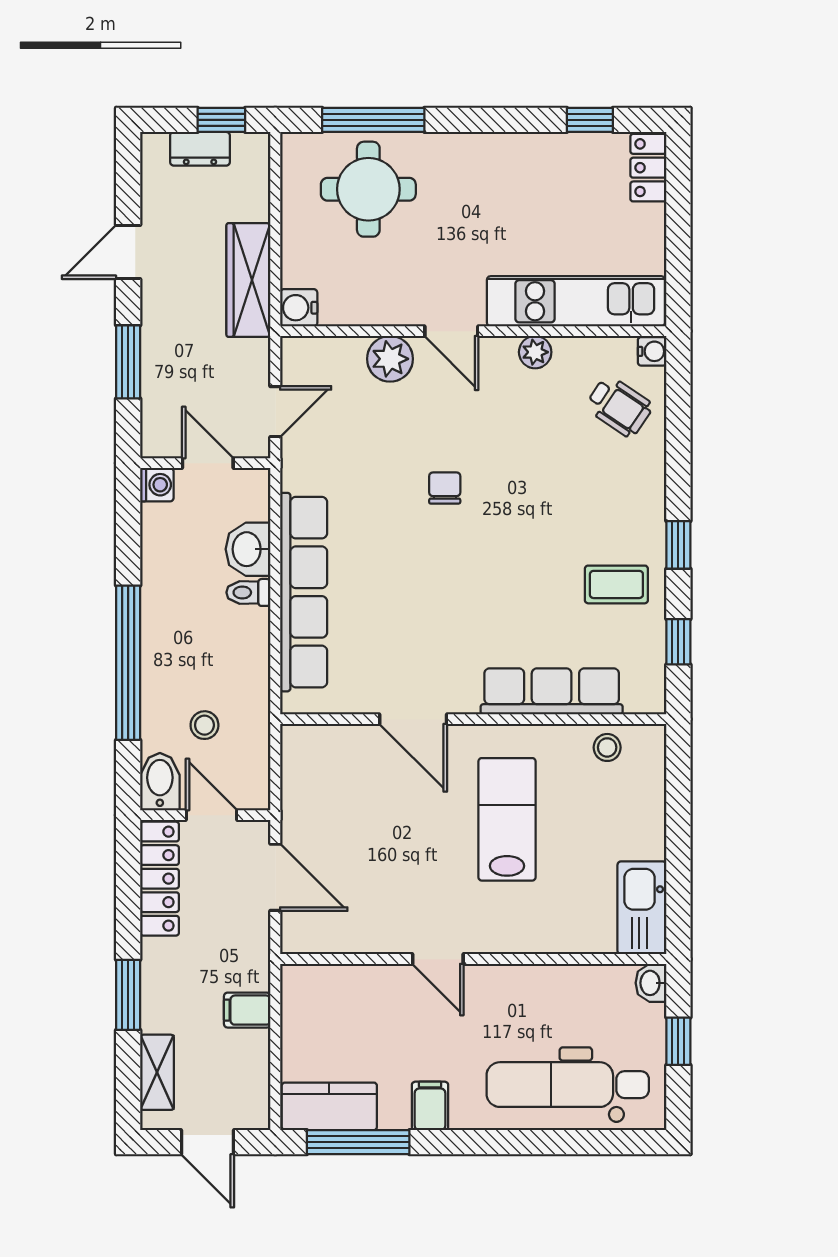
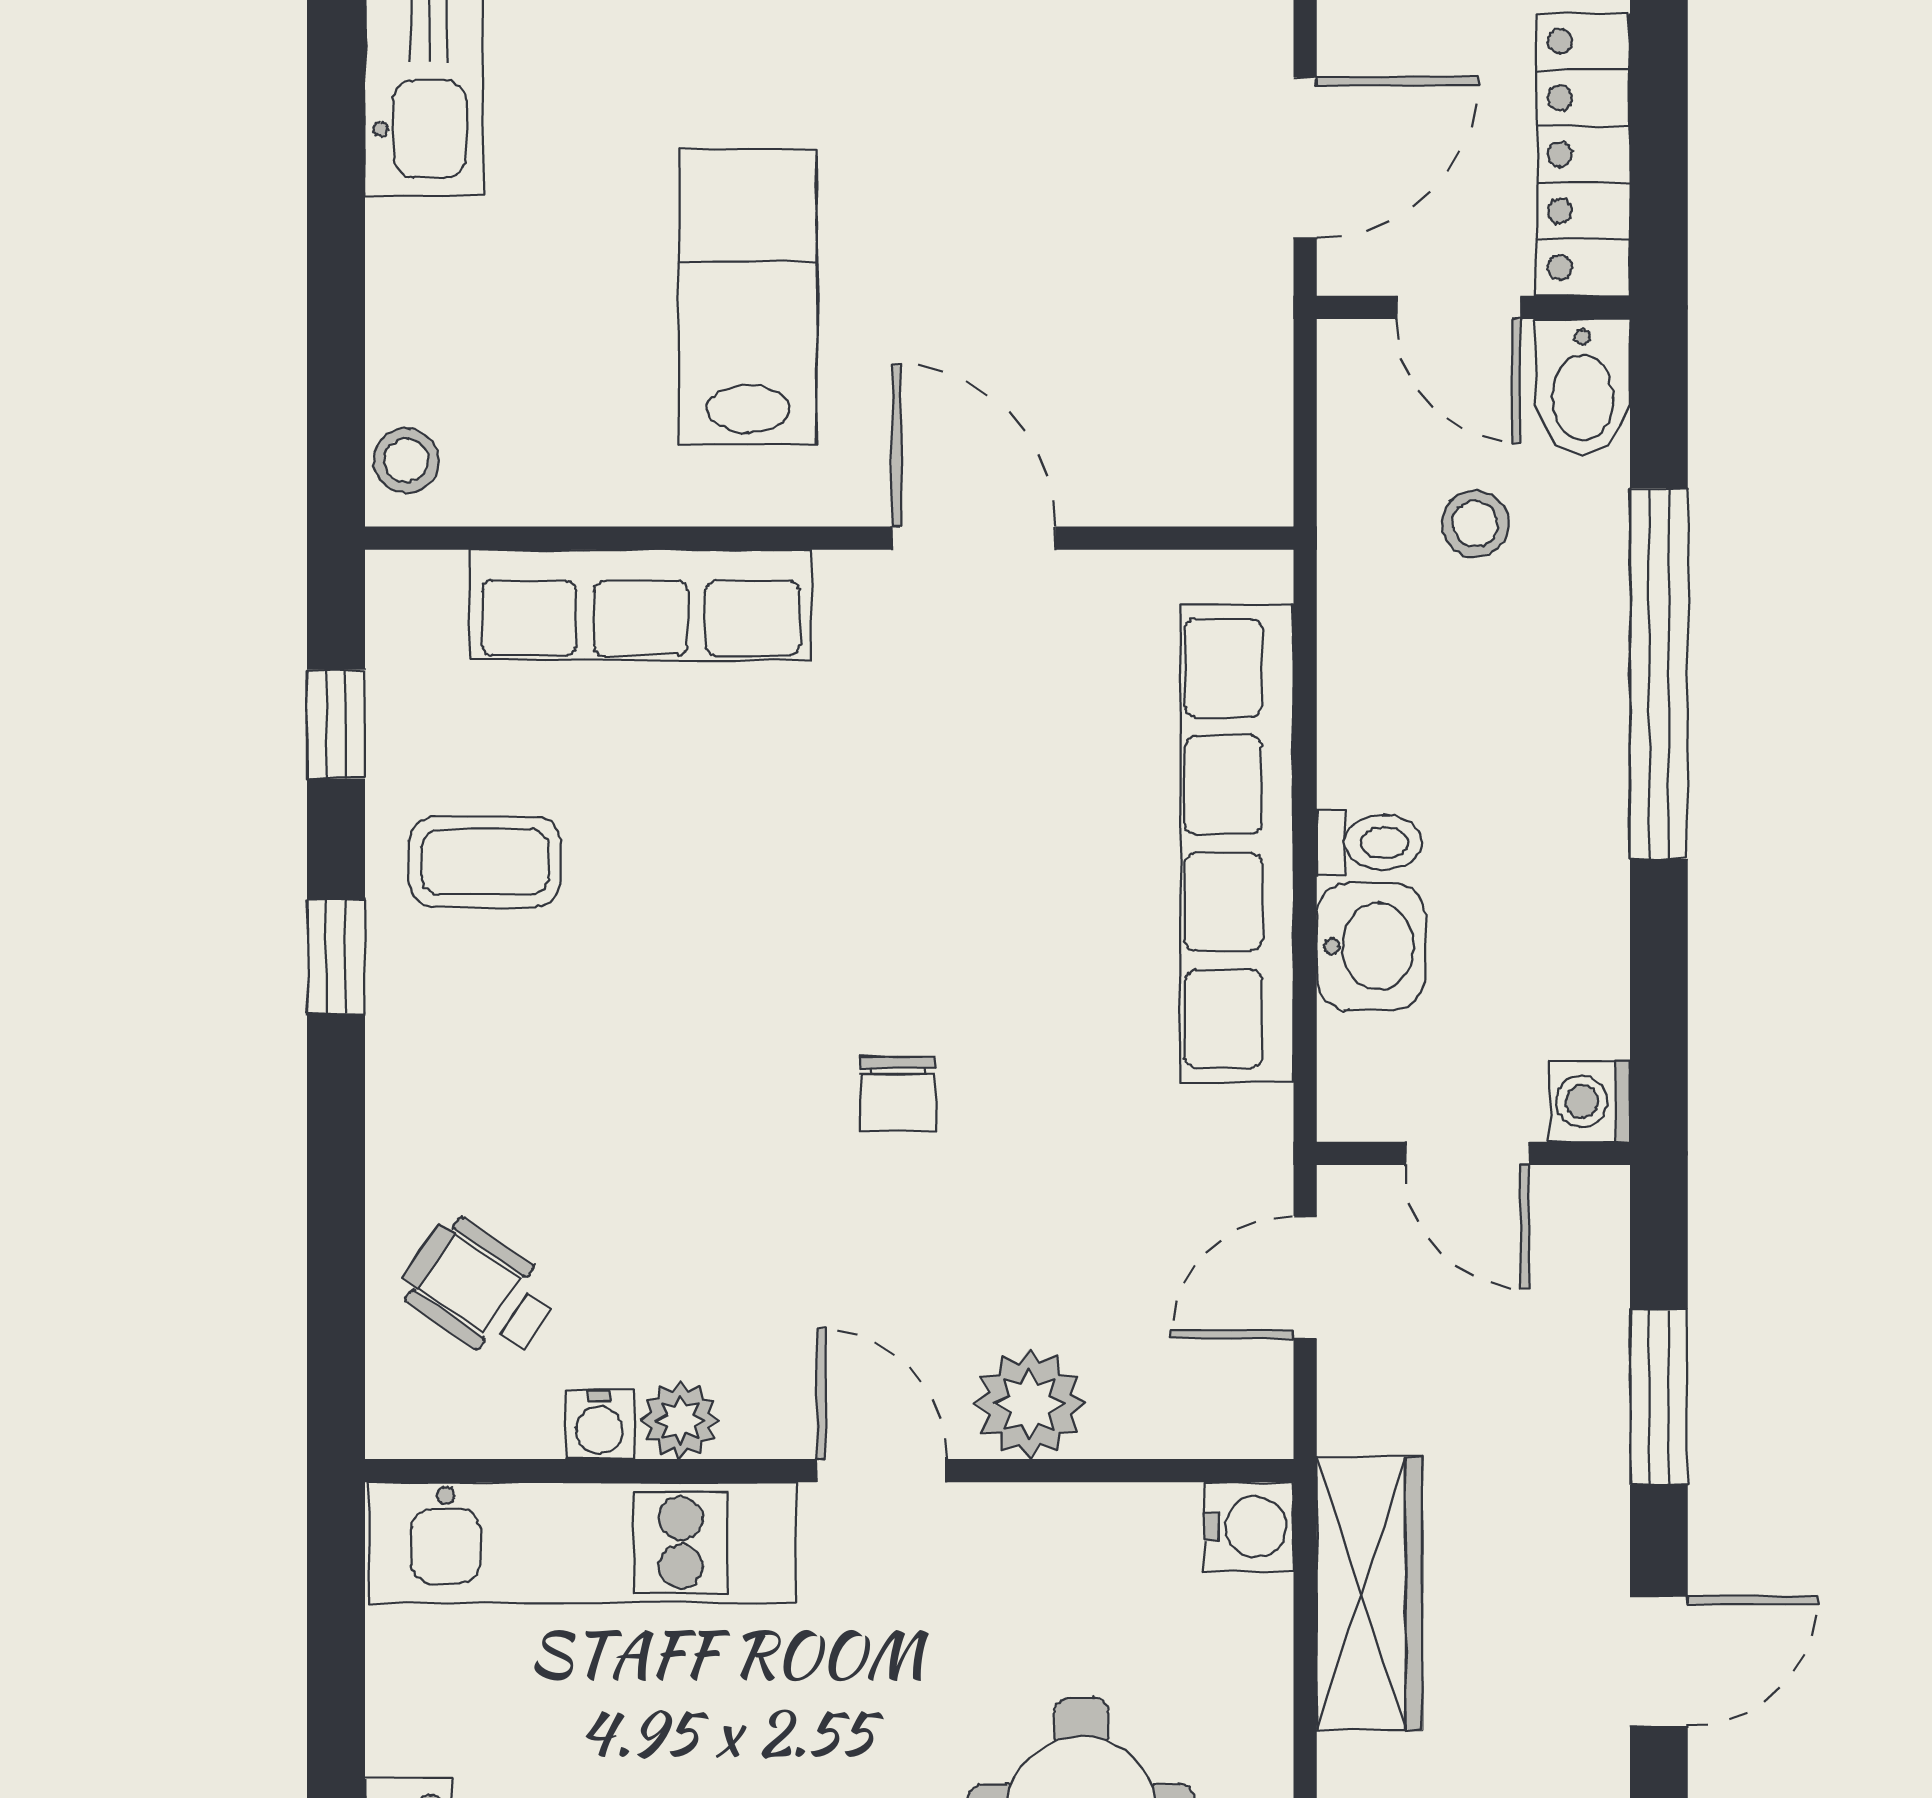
water cooler: (652, 351) -> (599, 1425), moved, turned -90
stool: (607, 747) -> (406, 460), moved
lab bench: (507, 819) -> (748, 297), turned 180
door: (275, 877) -> (1305, 158), swing flipped

